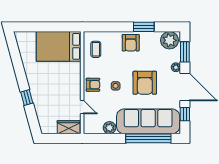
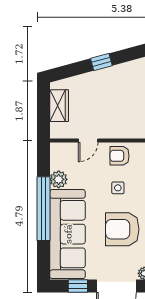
armchair: (93, 85) -> (120, 156), turned 90
wardrobe: (69, 127) -> (59, 106), moved
window: (148, 138) -> (43, 209), moved

